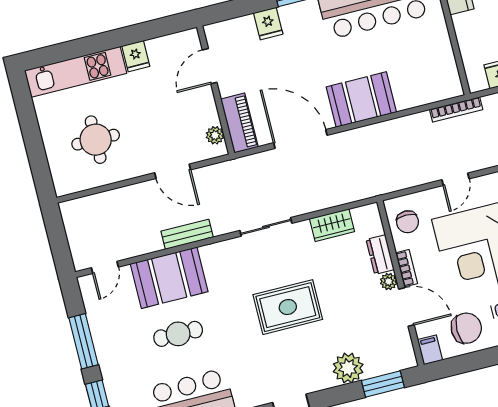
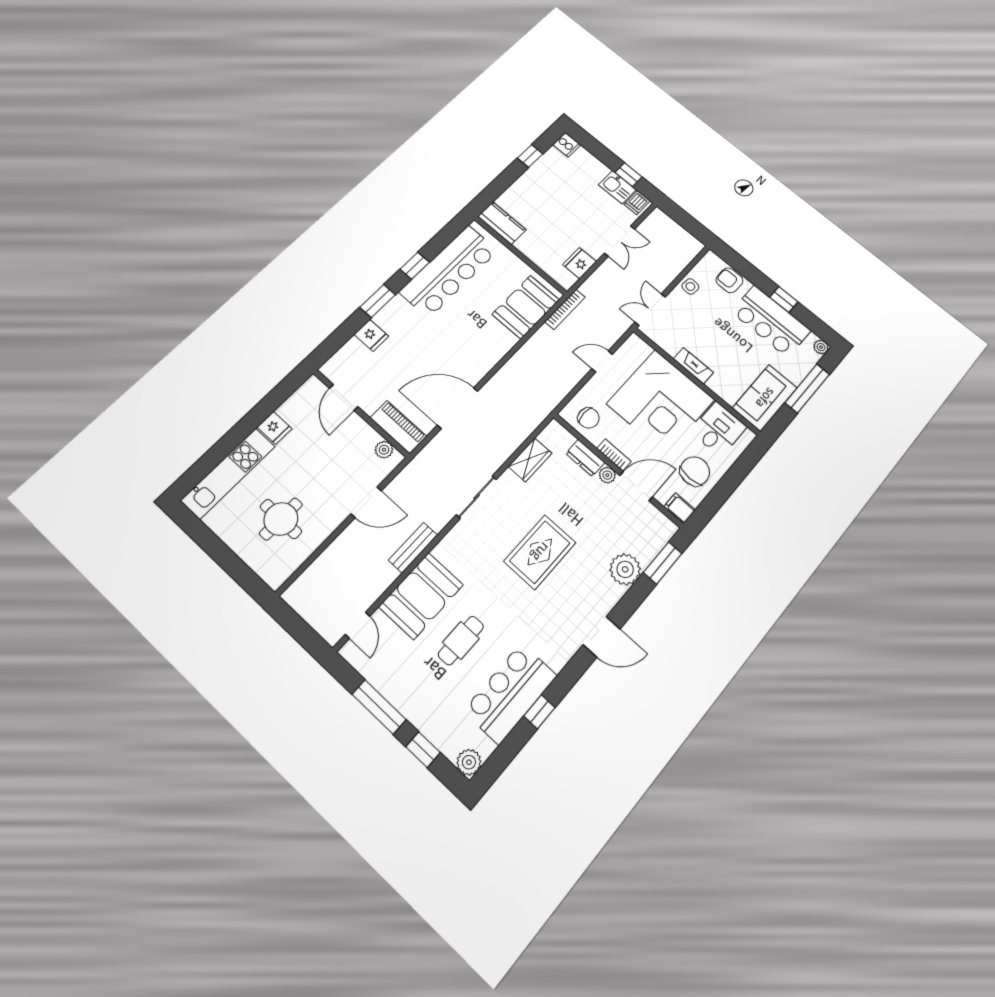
booth: (361, 100) -> (526, 307), moved
door: (455, 179) -> (602, 361), swing flipped

